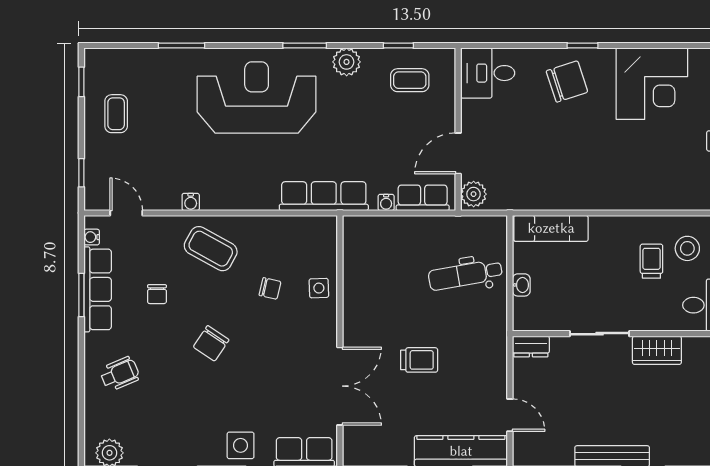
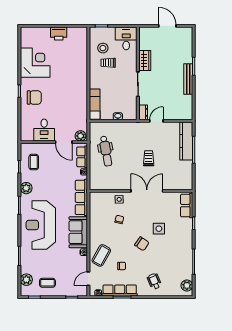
plant: (124, 62) -> (26, 280), added
desk: (488, 73) -> (44, 130), moved
chair: (567, 82) -> (34, 97), turned 108
sofa: (239, 189) -> (78, 232), added
coffee table: (211, 249) -> (101, 255), moved
dental chair: (465, 275) -> (106, 151), moved
double door: (340, 386) -> (147, 191), moved
door: (510, 415) -> (156, 121), moved
side table: (241, 445) -> (159, 229), moved

